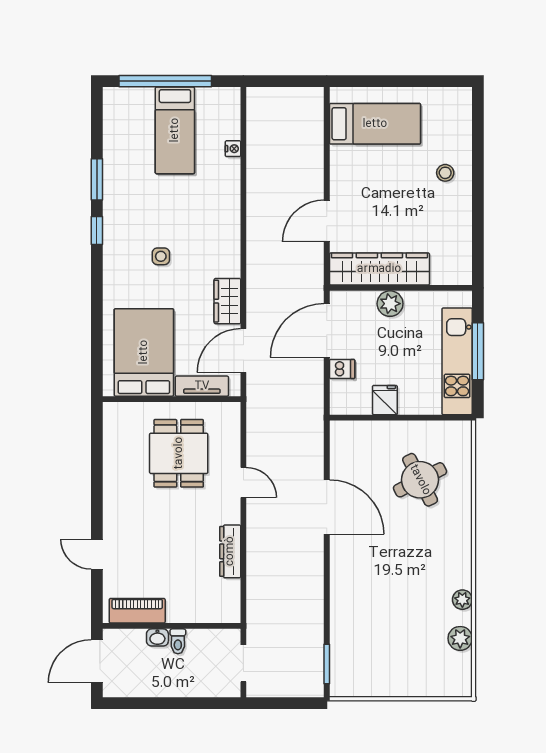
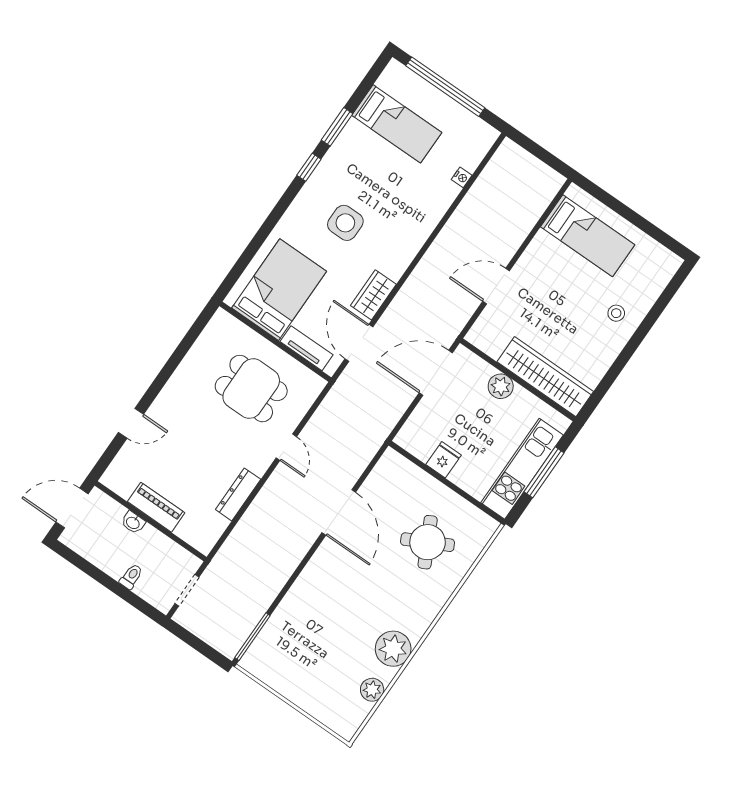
bed: (175, 130) -> (397, 124), moved, turned -90
side table: (161, 256) -> (345, 223), width x1.87, depth x1.87
wardrobe: (379, 269) -> (545, 377), moved
door: (243, 351) -> (359, 343), hinge flipped
dishwasher: (342, 369) -> (427, 412), removed
dining table: (179, 453) -> (251, 389), turned 90
door: (97, 554) -> (131, 423), swing flipped
plant: (462, 600) -> (393, 649), width x1.88, depth x1.88
piano: (137, 611) -> (156, 507), moved
toilet: (178, 641) -> (131, 577), moved, turned 180
window: (327, 664) -> (252, 637), width x1.44

